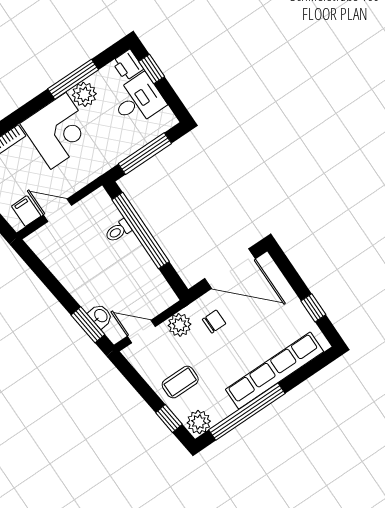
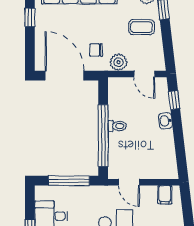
door: (58, 210) -> (129, 182), moved
toilet: (118, 231) -> (117, 126), moved
washbasin: (100, 316) -> (165, 121), moved
window: (88, 325) -> (174, 100), width x0.67

